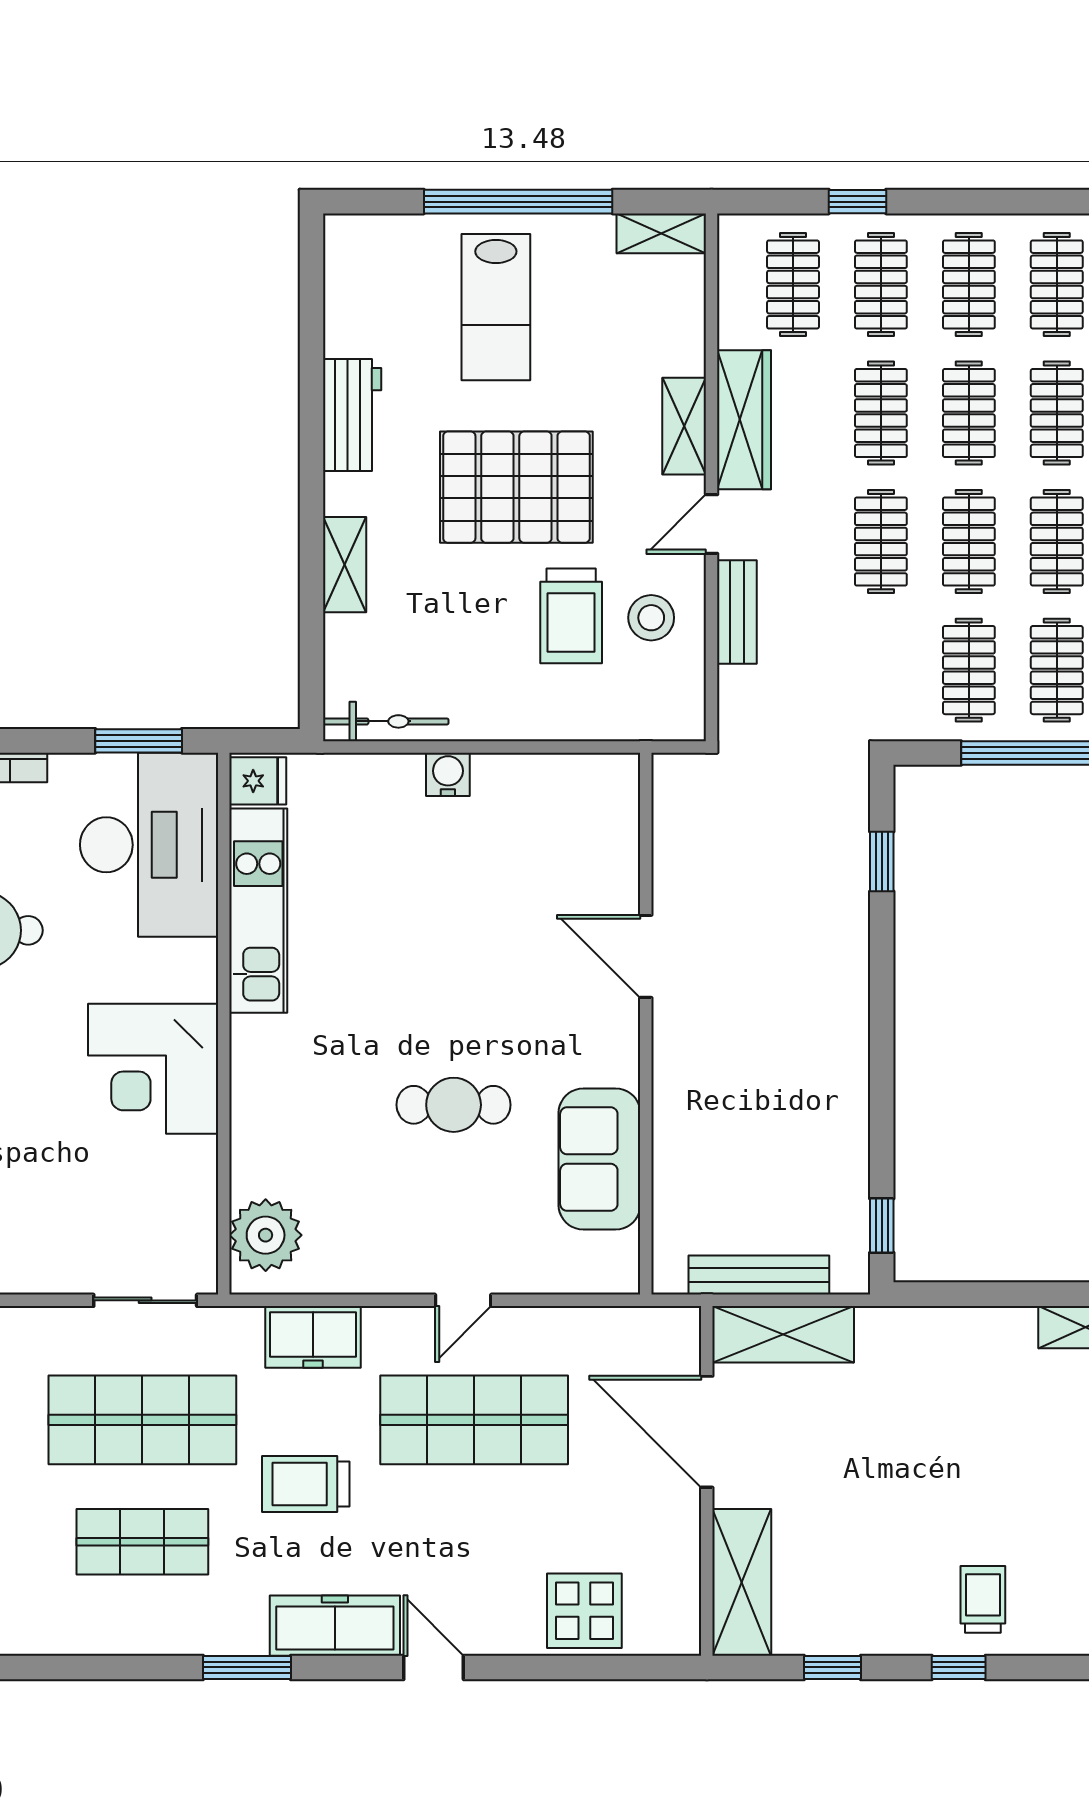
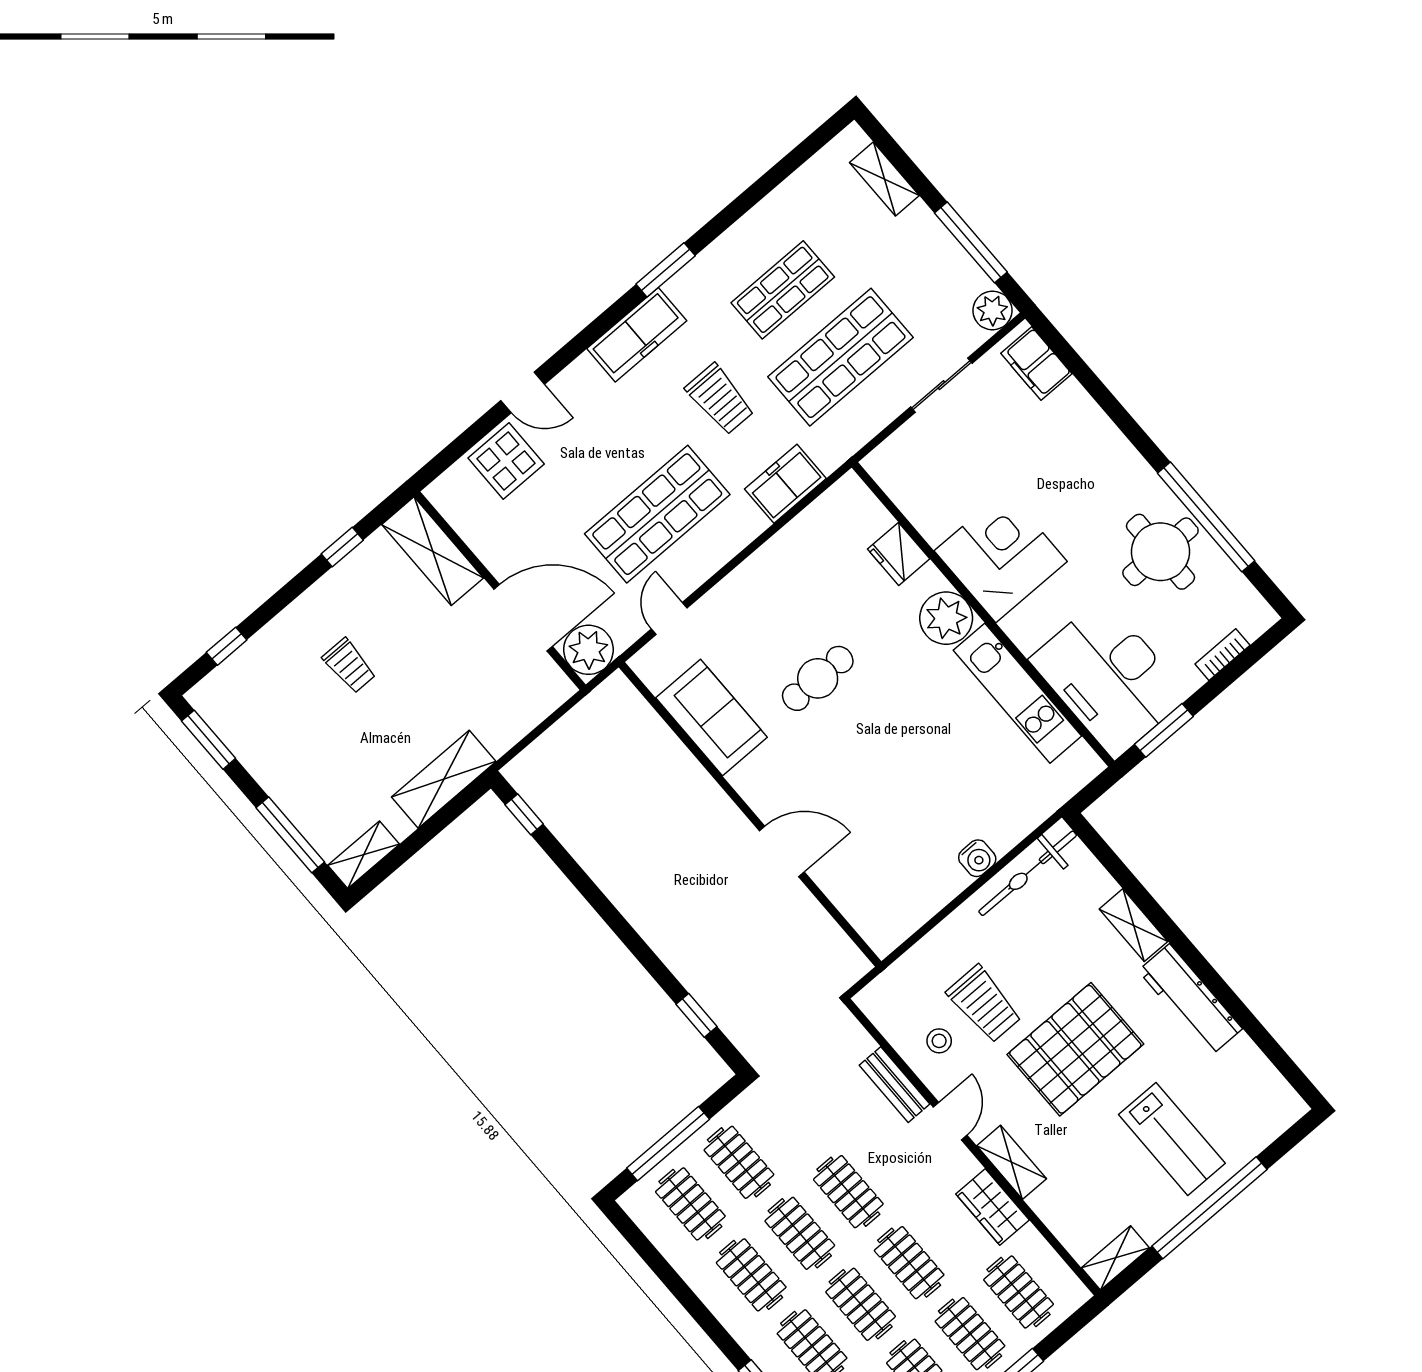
lab bench: (496, 307) -> (1172, 1139), turned 180
workbench: (352, 415) -> (1190, 1000), width x1.38
wardrobe: (744, 420) -> (993, 1207), width x0.67
trolley: (571, 616) -> (984, 1004), turned 180
stool: (651, 618) -> (939, 1041), width x0.73, depth x0.73
bicycle: (386, 721) -> (1028, 873), width x1.37, depth x1.40
fridge: (258, 781) -> (899, 554), moved, width x1.38
plant: (266, 1235) -> (946, 618), moved
bench: (759, 1275) -> (569, 729), removed
sliding door: (145, 1300) -> (941, 385), moved
door: (463, 1300) -> (669, 619), moved
shelving: (783, 1334) -> (444, 779), moved
plant: (667, 1340) -> (588, 650), added
trolley: (306, 1484) -> (720, 399), turned 90
trolley: (983, 1599) -> (349, 666), moved
door: (434, 1667) -> (523, 392), moved
window: (959, 1667) -> (227, 646), moved

